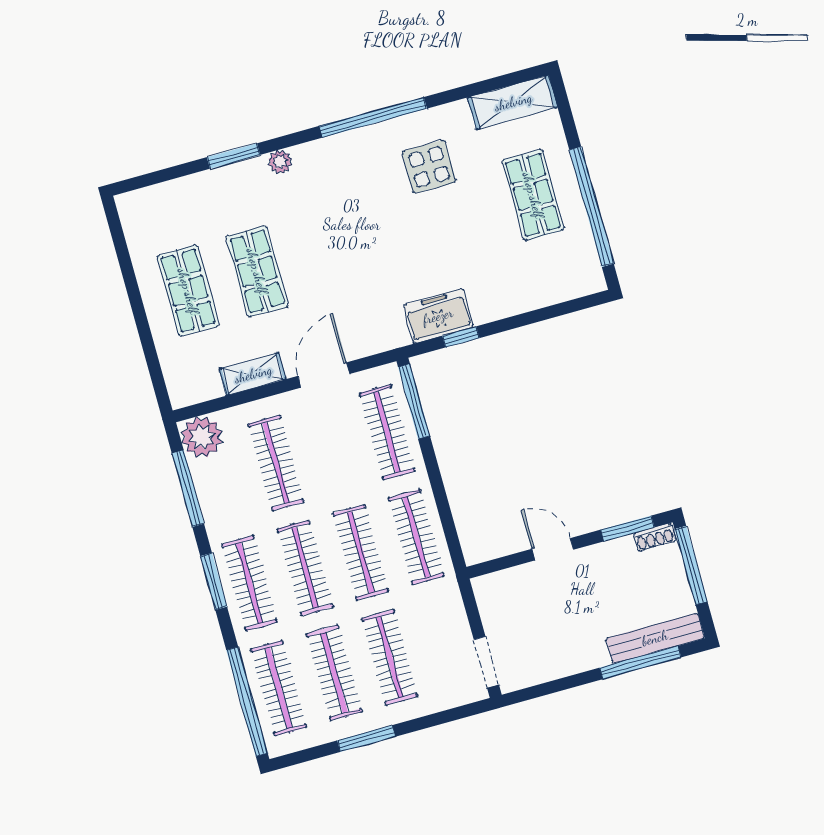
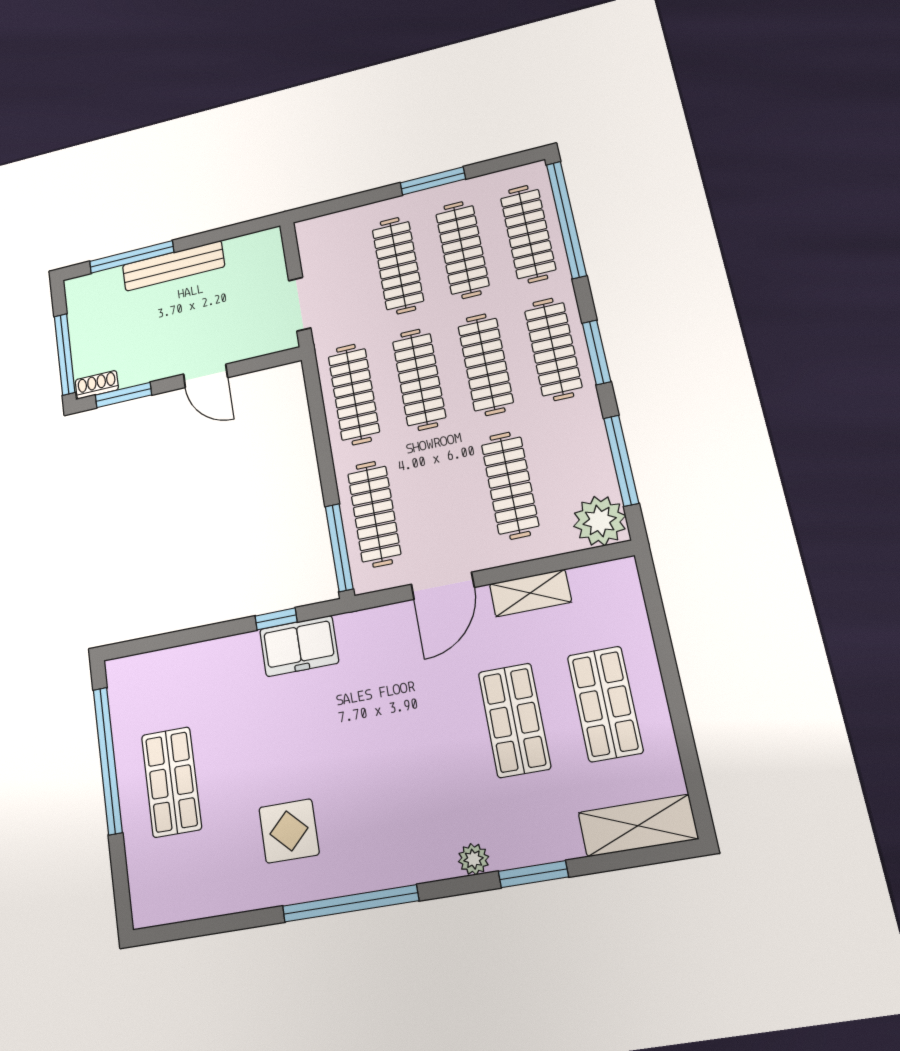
shelving: (513, 102) -> (638, 826), moved
bench: (655, 638) -> (173, 266), moved
doorway: (486, 662) -> (300, 304), moved

